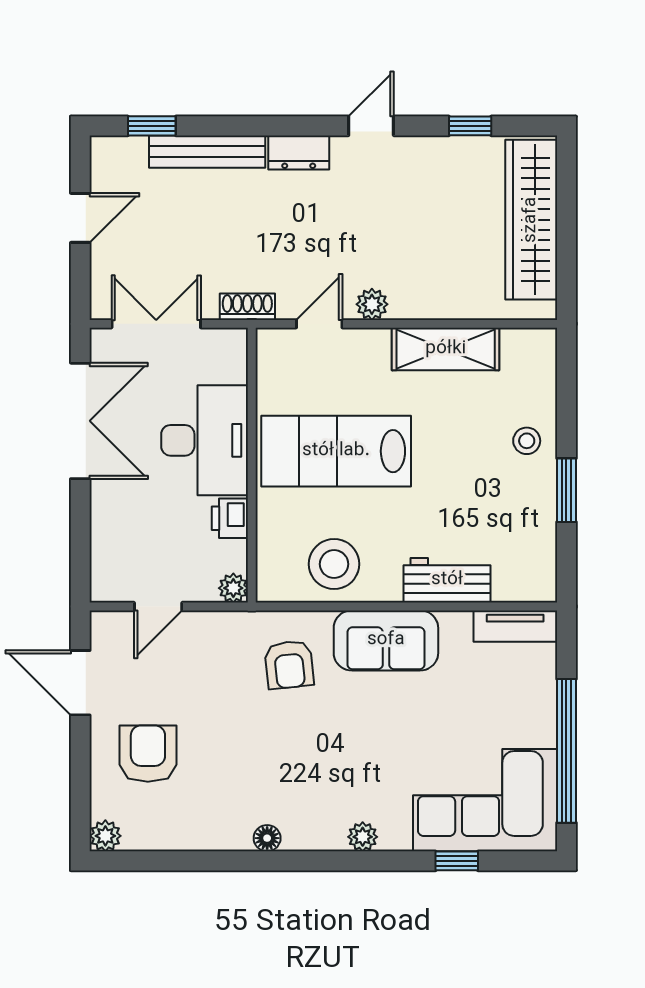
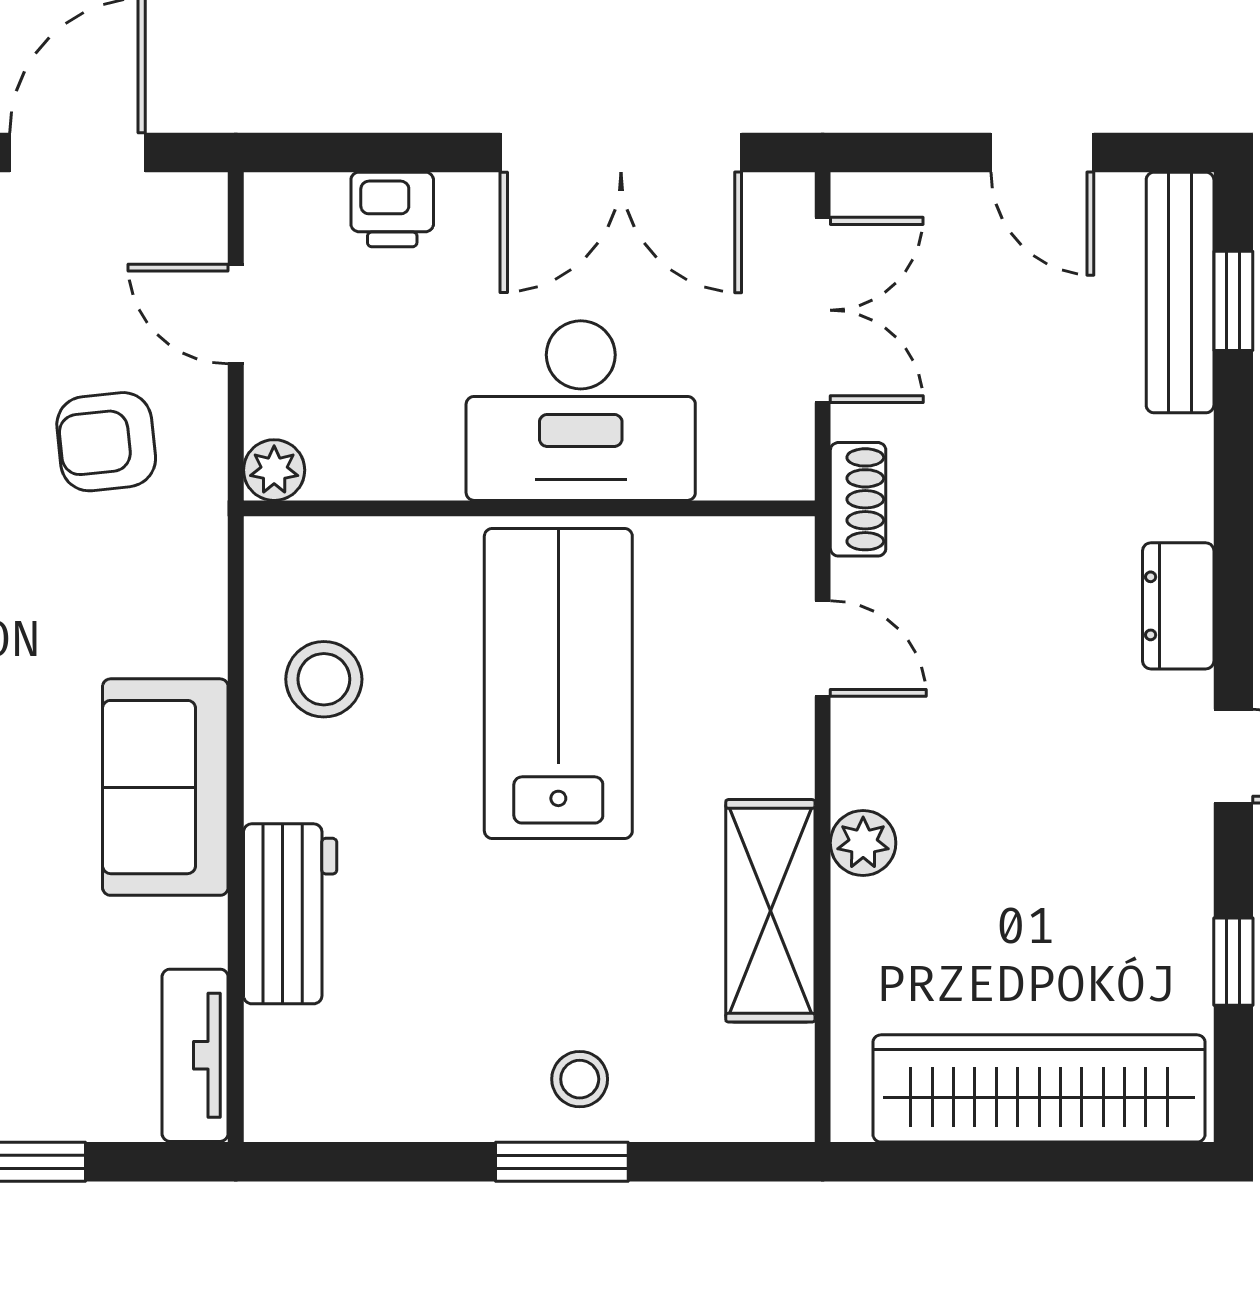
bench: (207, 152) -> (1180, 292), moved
plant: (372, 304) -> (863, 843), moved
window: (566, 490) -> (562, 1162), moved
printer: (230, 518) -> (392, 209), moved, turned 180
stool: (334, 564) -> (324, 679), width x0.73, depth x0.73
armchair: (289, 665) -> (106, 442), moved

